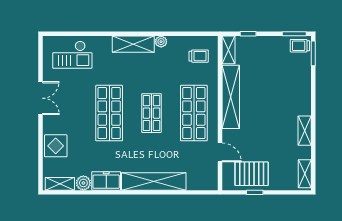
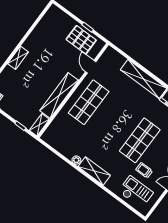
trolley: (199, 56) -> (144, 170), moved
shop shelf: (151, 113) -> (114, 121), removed
shelving: (305, 131) -> (18, 58), moved
shelving: (305, 174) -> (49, 16), removed

